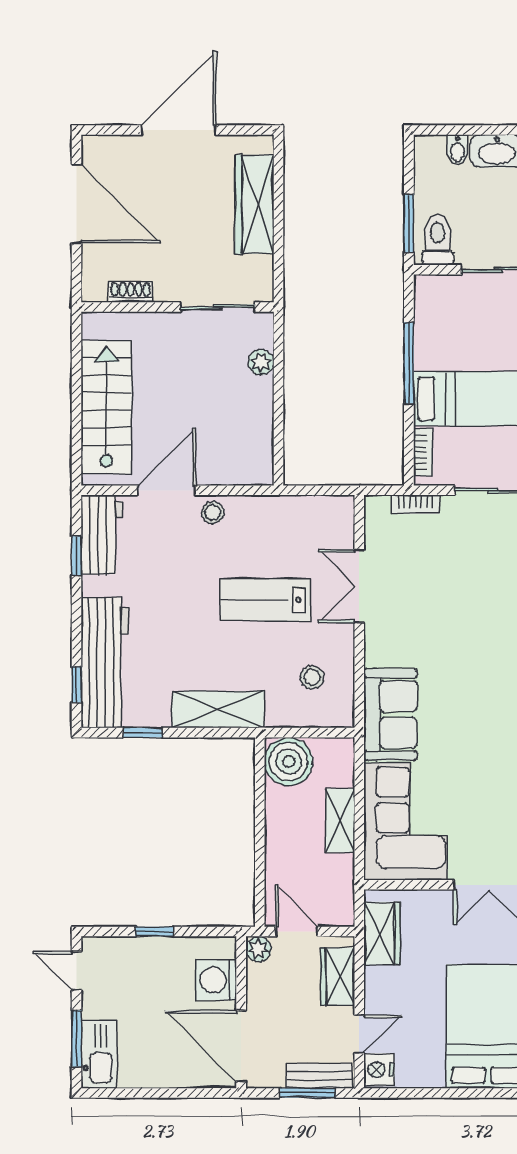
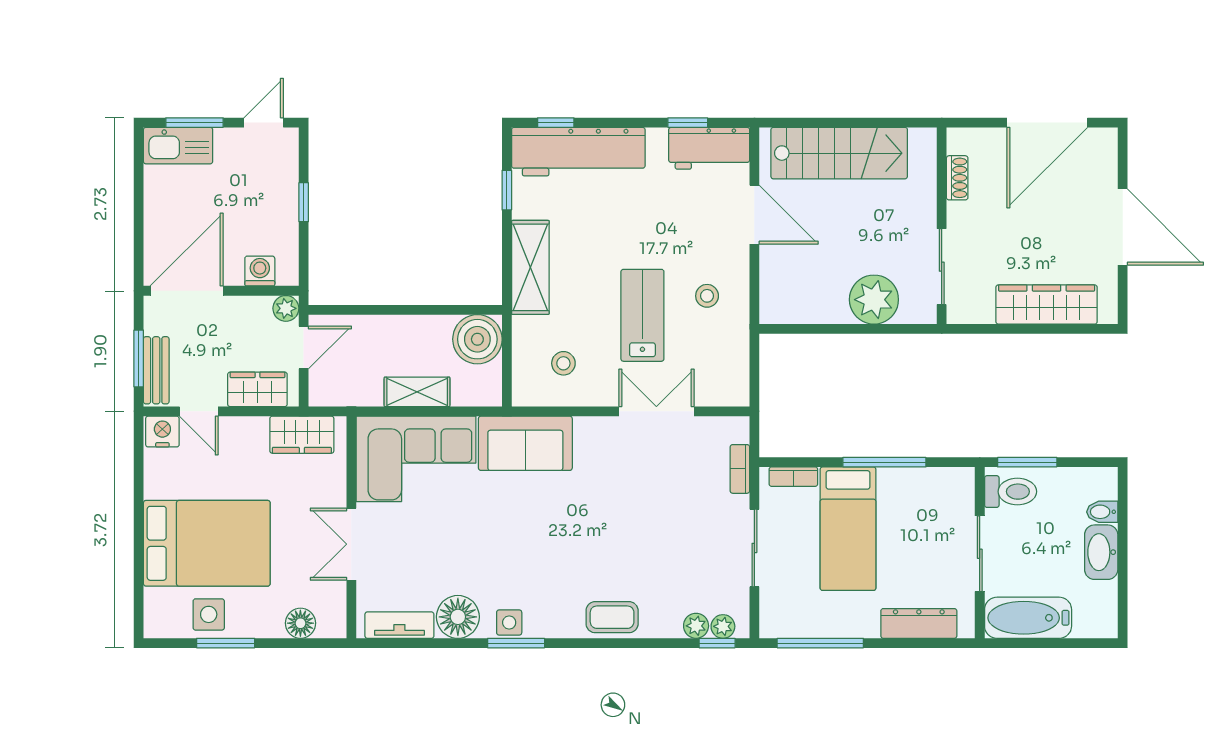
plant: (261, 362) -> (874, 300), width x1.88, depth x1.88
stool: (213, 513) -> (707, 296), moved
washing machine: (216, 980) -> (260, 271), width x0.73, depth x0.73

